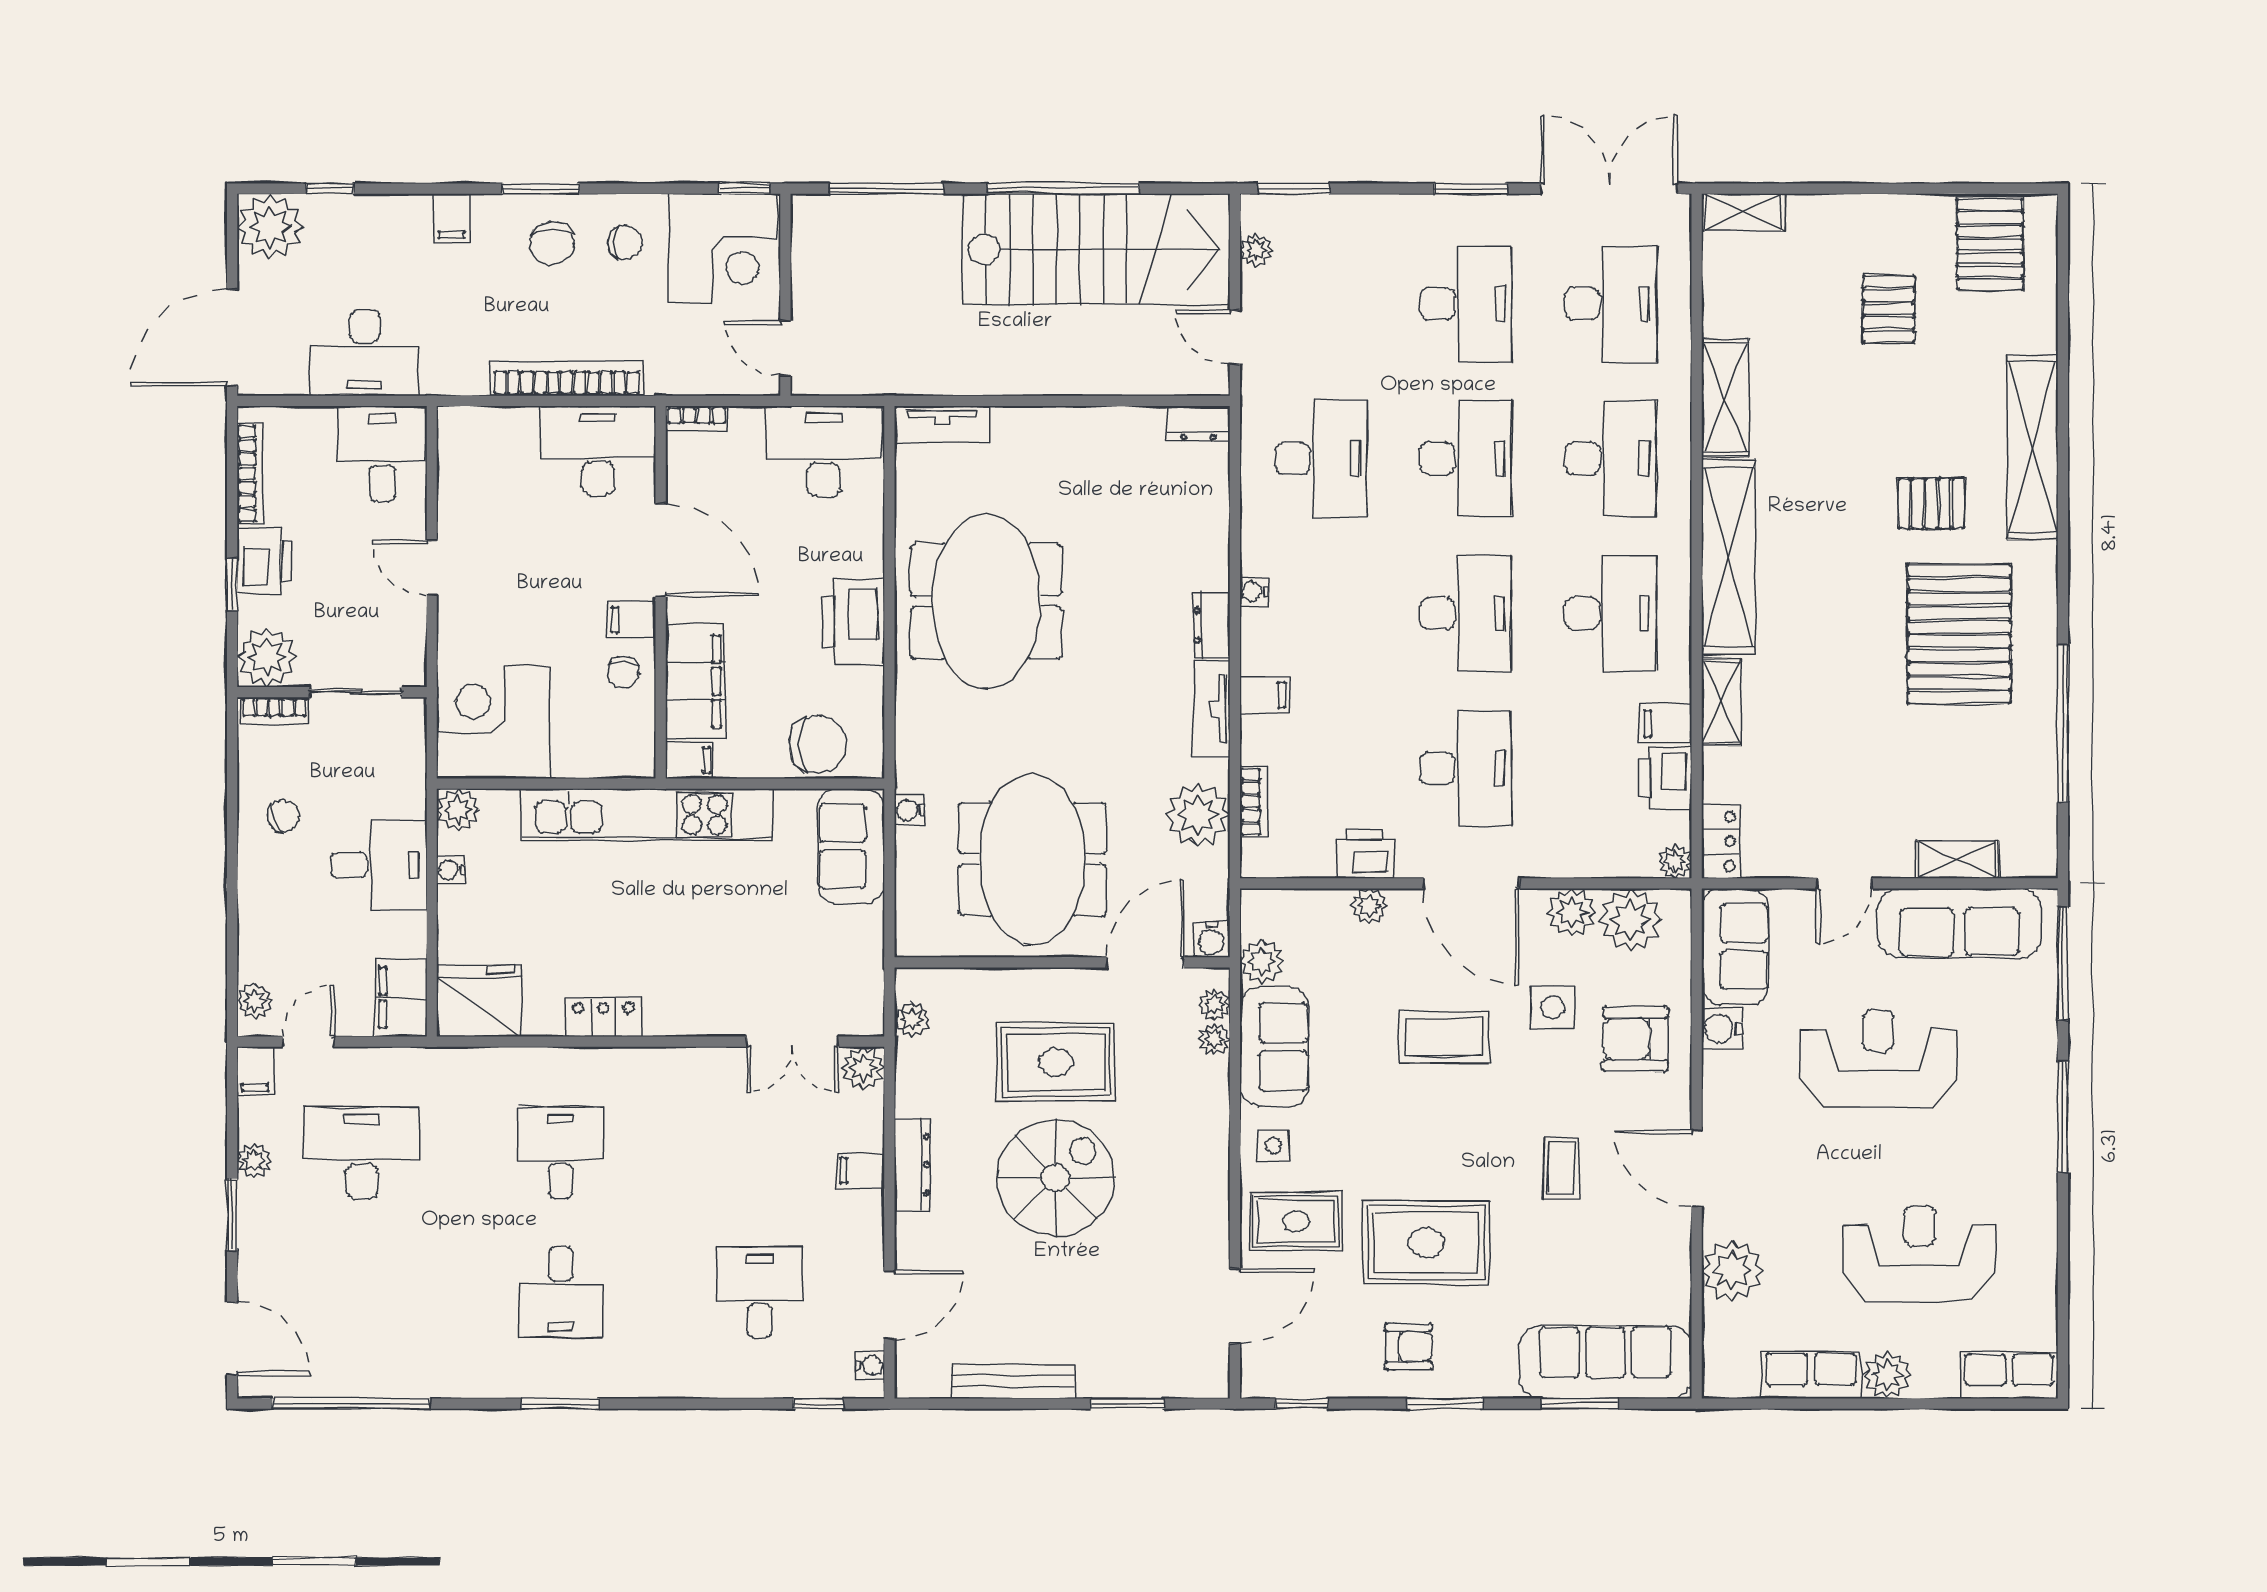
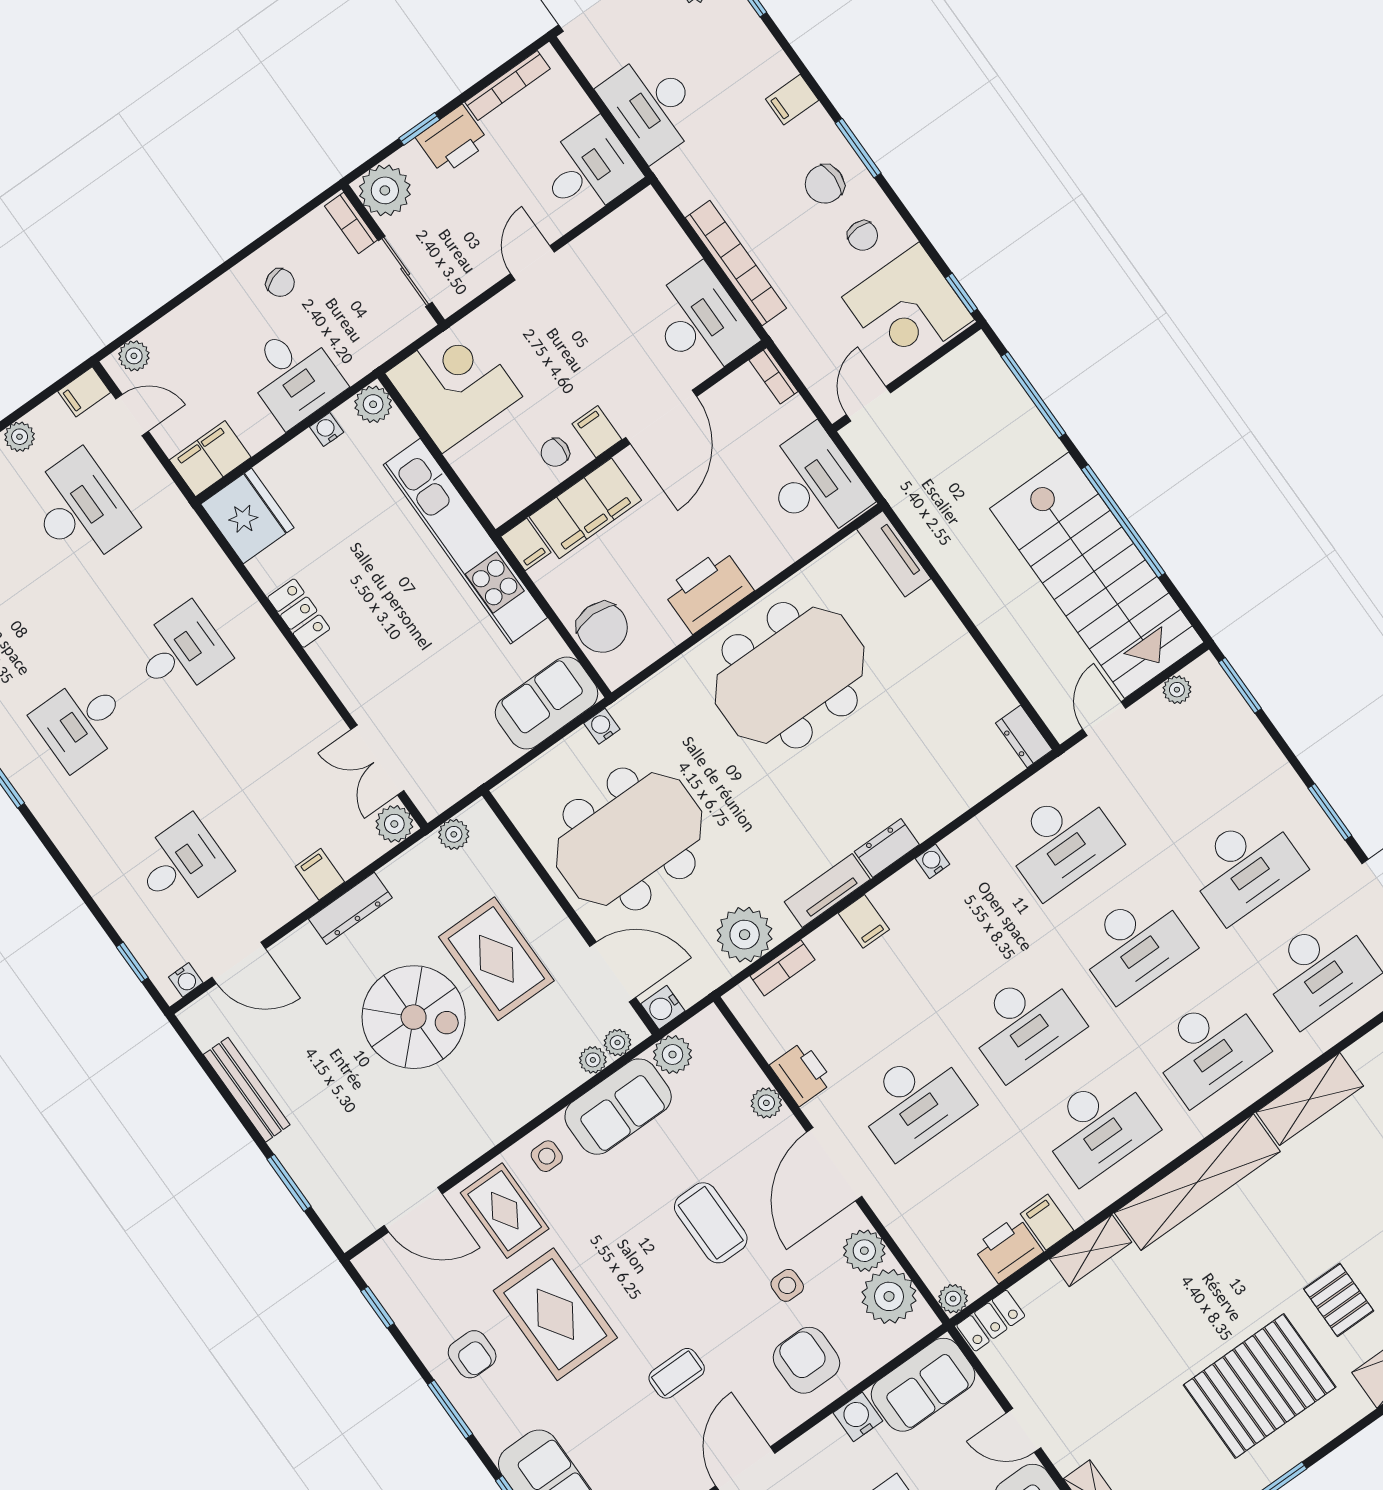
side table: (1553, 1007) -> (787, 1285), width x0.73, depth x0.73

